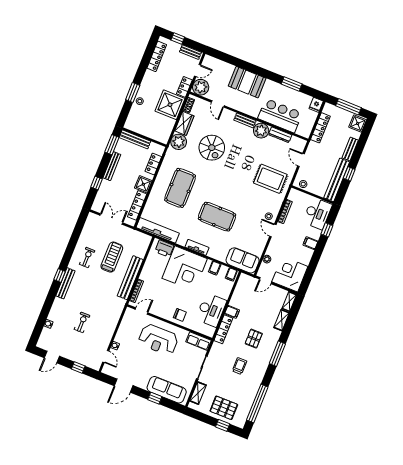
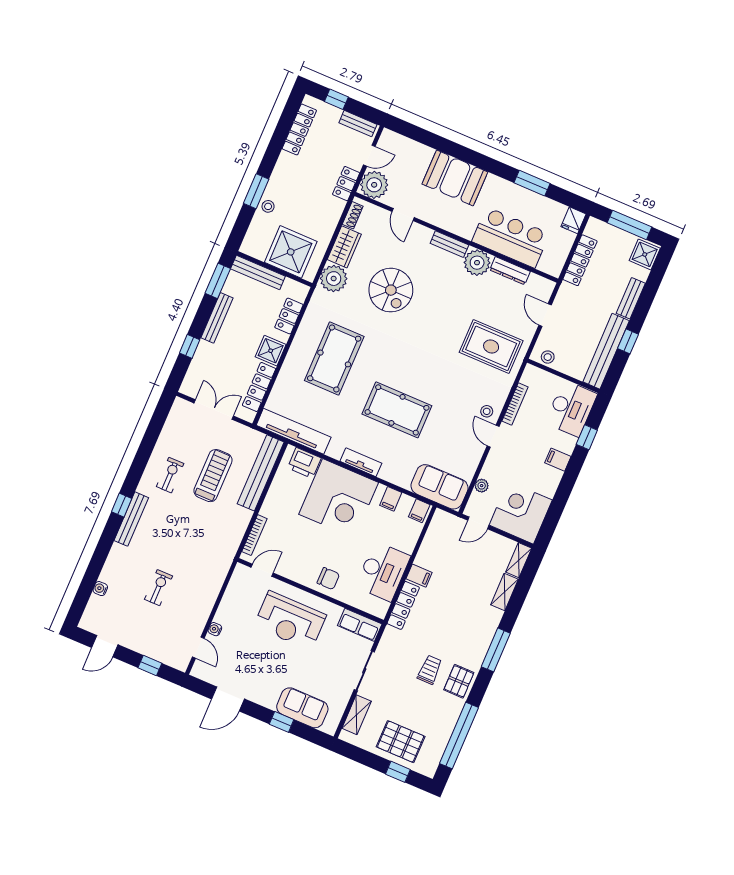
shower: (170, 105) -> (291, 252), moved
bench: (130, 278) -> (261, 473), moved
pallet: (254, 339) -> (459, 681), moved
sofa: (167, 390) -> (302, 708), width x0.73

